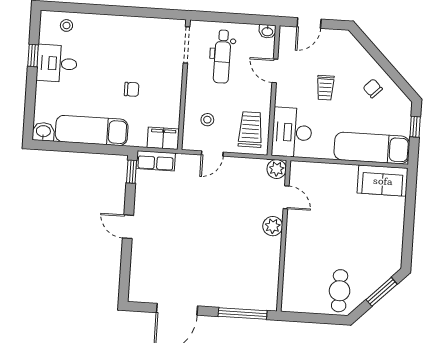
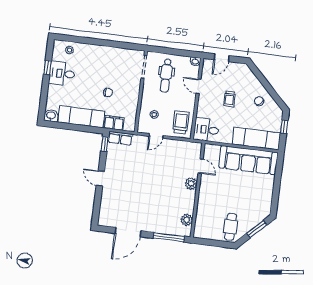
desk: (292, 132) -> (206, 130), width x0.73
filing cabinet: (163, 138) -> (114, 123), moved
plant: (277, 169) -> (187, 220), moved
sofa: (383, 181) -> (248, 160), width x1.85, depth x1.27

